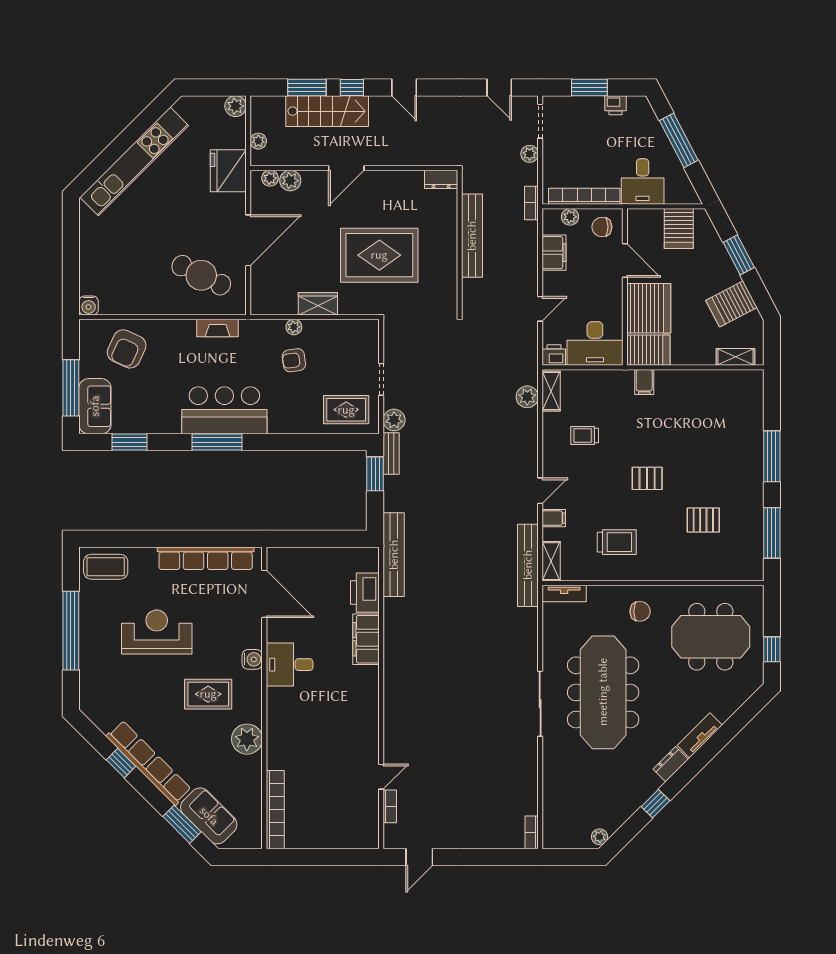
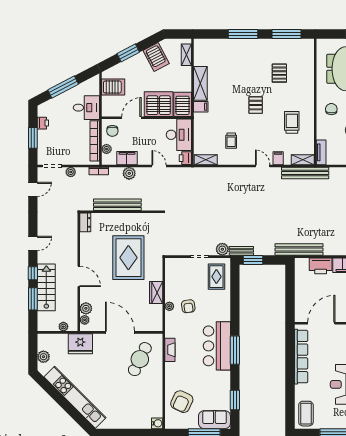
plant: (236, 106) -> (43, 357), moved
armchair: (127, 349) -> (182, 402), turned 90
shelving: (685, 381) -> (200, 83), added
plant: (527, 397) -> (129, 173), moved

